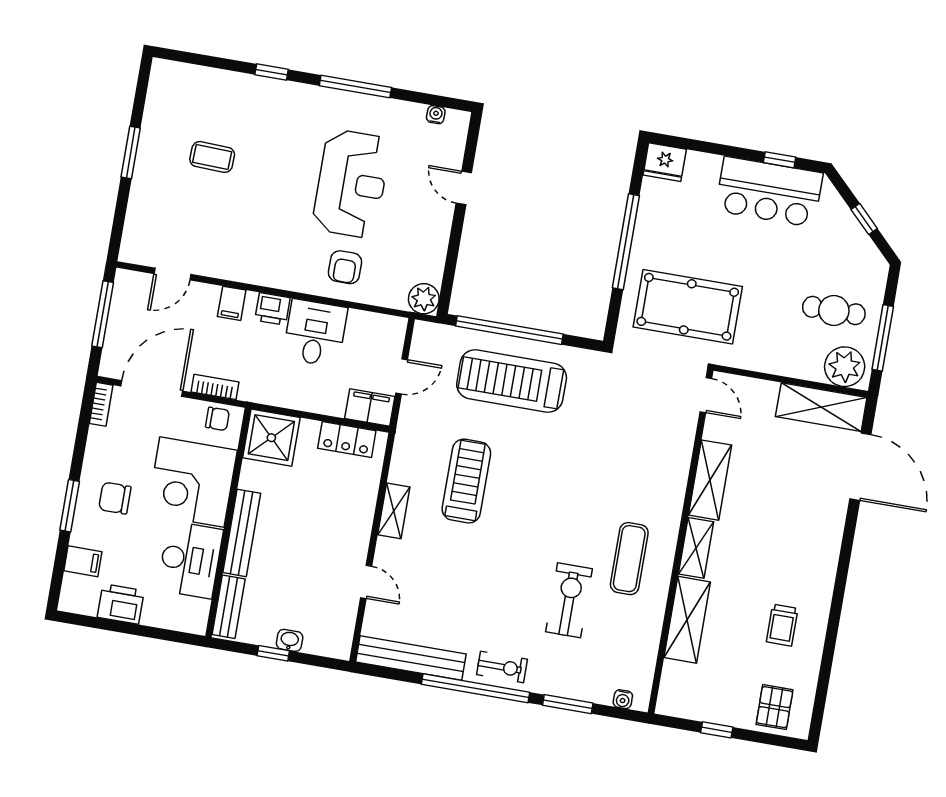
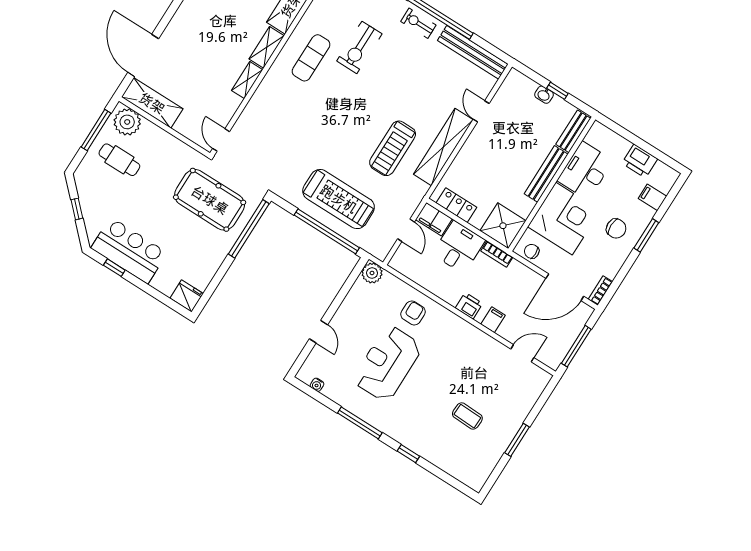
window: (626, 242) -> (249, 229), moved
desk: (315, 333) -> (459, 247), moved, turned 180
door: (402, 376) -> (406, 230), swing flipped
bookcase: (215, 387) -> (497, 254), moved
shelving: (710, 480) -> (247, 80), width x0.67, depth x0.75
shelving: (394, 511) -> (443, 147), width x2.20, depth x1.33

